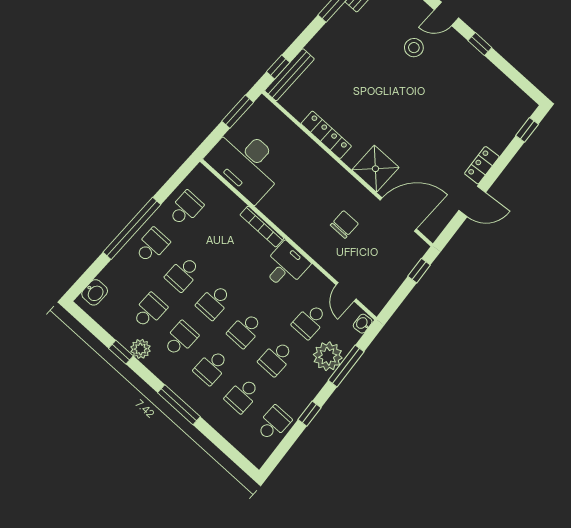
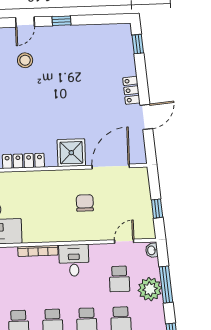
window: (419, 271) -> (157, 209), moved
door: (346, 292) -> (124, 241), swing flipped

